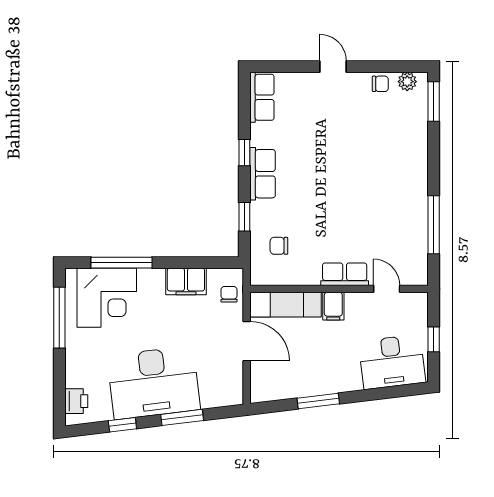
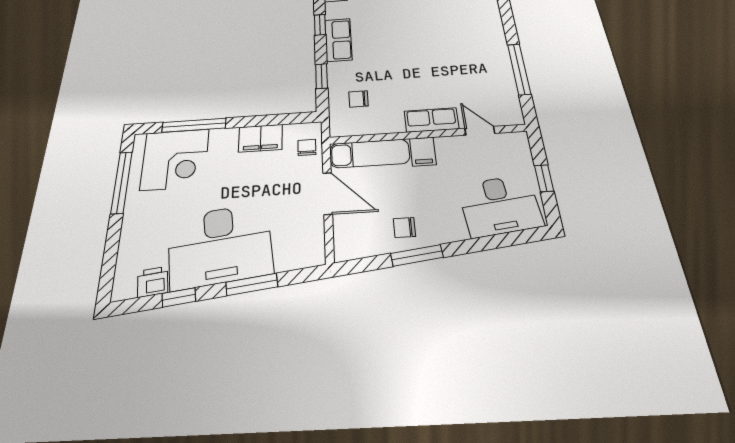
chair: (310, 376) -> (404, 227), added
printer: (76, 401) -> (153, 282), moved, turned -97

